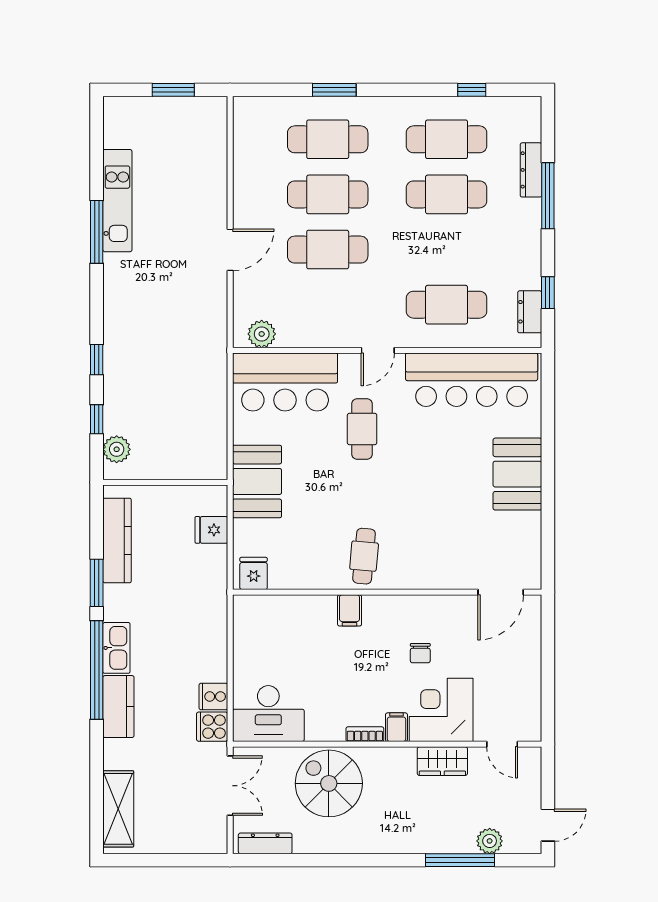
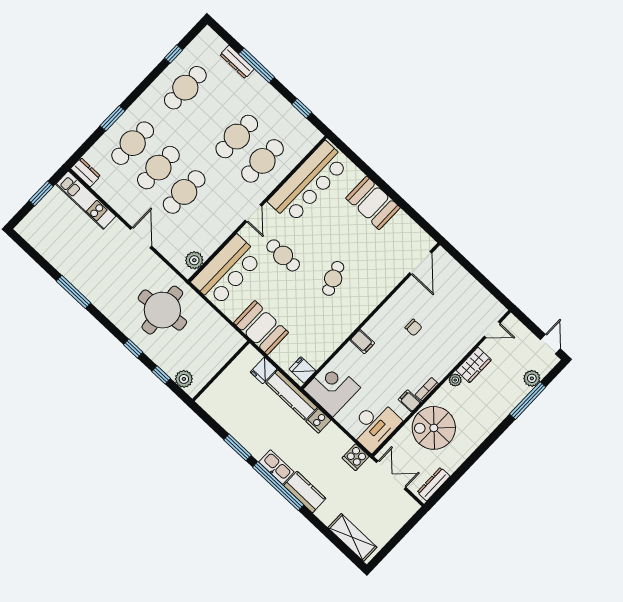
cafe table: (447, 194) -> (237, 137), moved
kitchen unit: (117, 201) -> (86, 200), moved, turned 180
dresser: (530, 312) -> (86, 172), moved, turned 180
round table: (171, 351) -> (162, 310), added
kitchen counter: (117, 541) -> (291, 395), moved, turned 180
cafe table: (364, 556) -> (333, 278), moved, turned 63
cooker: (213, 697) -> (318, 421), moved
corner desk: (441, 710) -> (332, 388), moved, turned 90
filing cabinet: (396, 727) -> (410, 401), moved
plant: (406, 756) -> (455, 380), added

